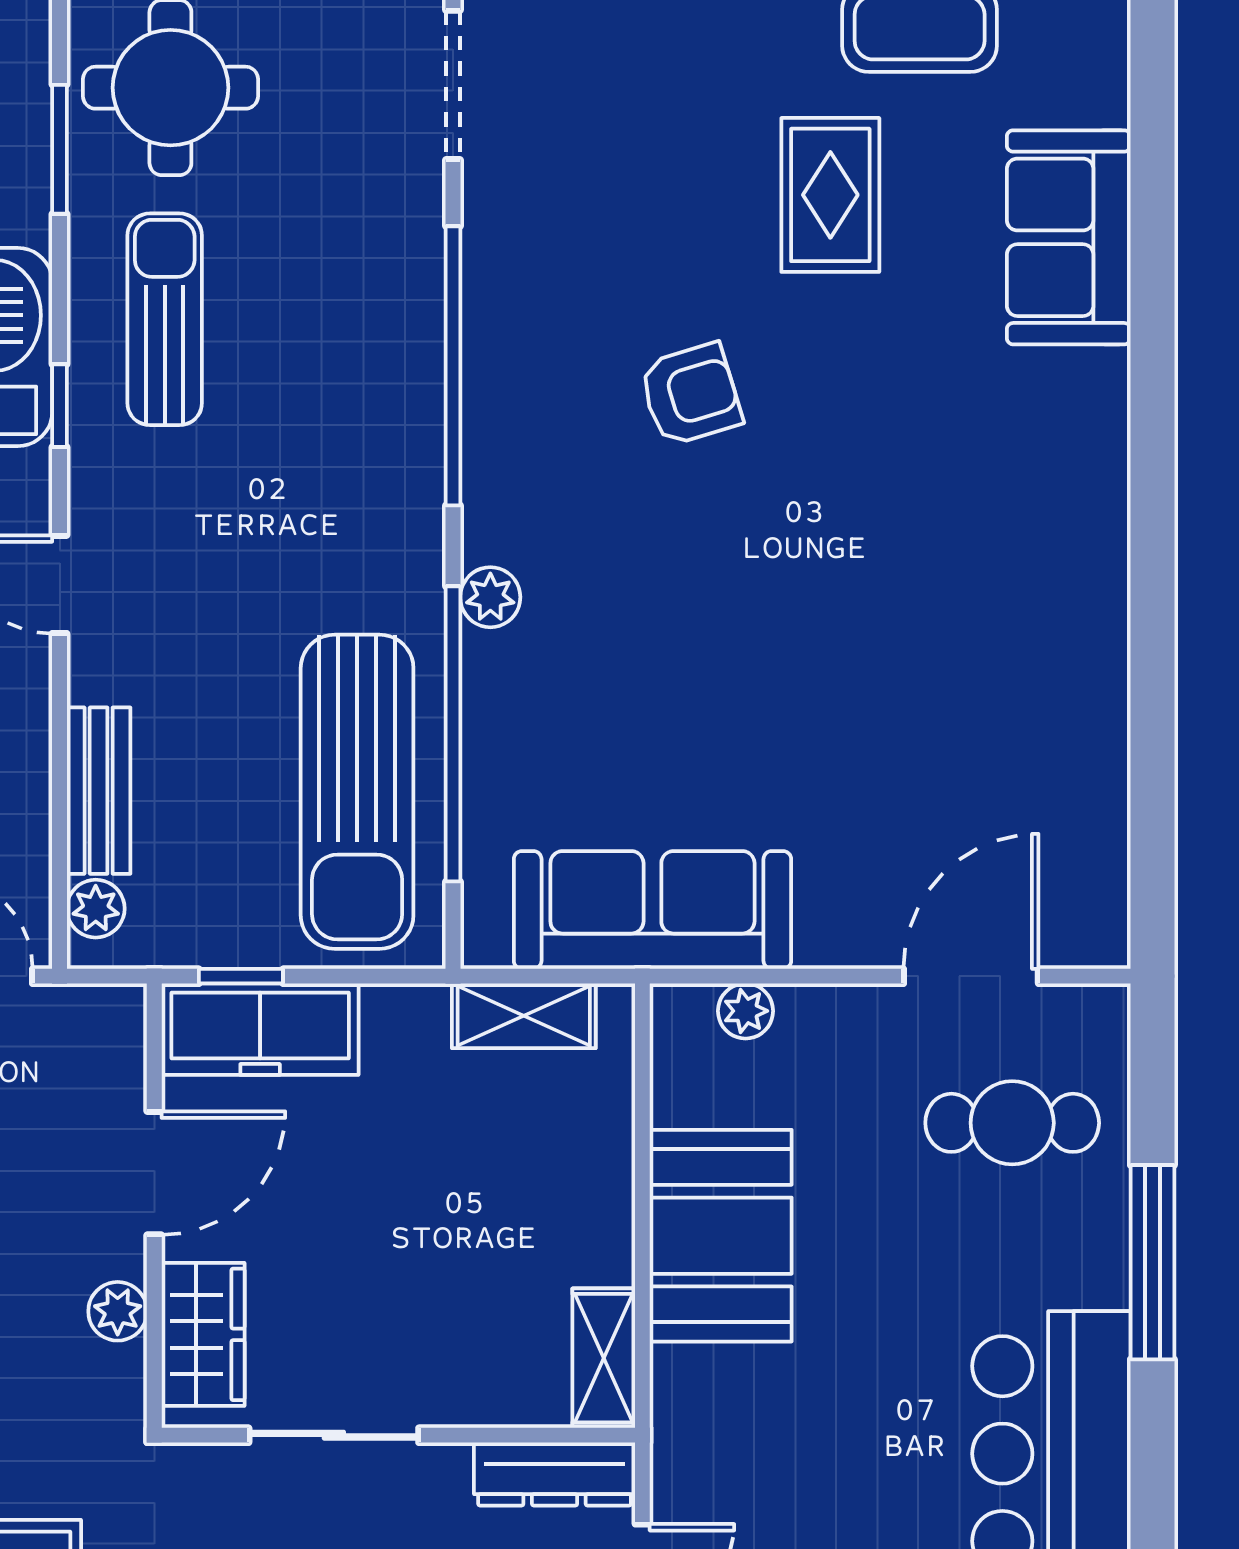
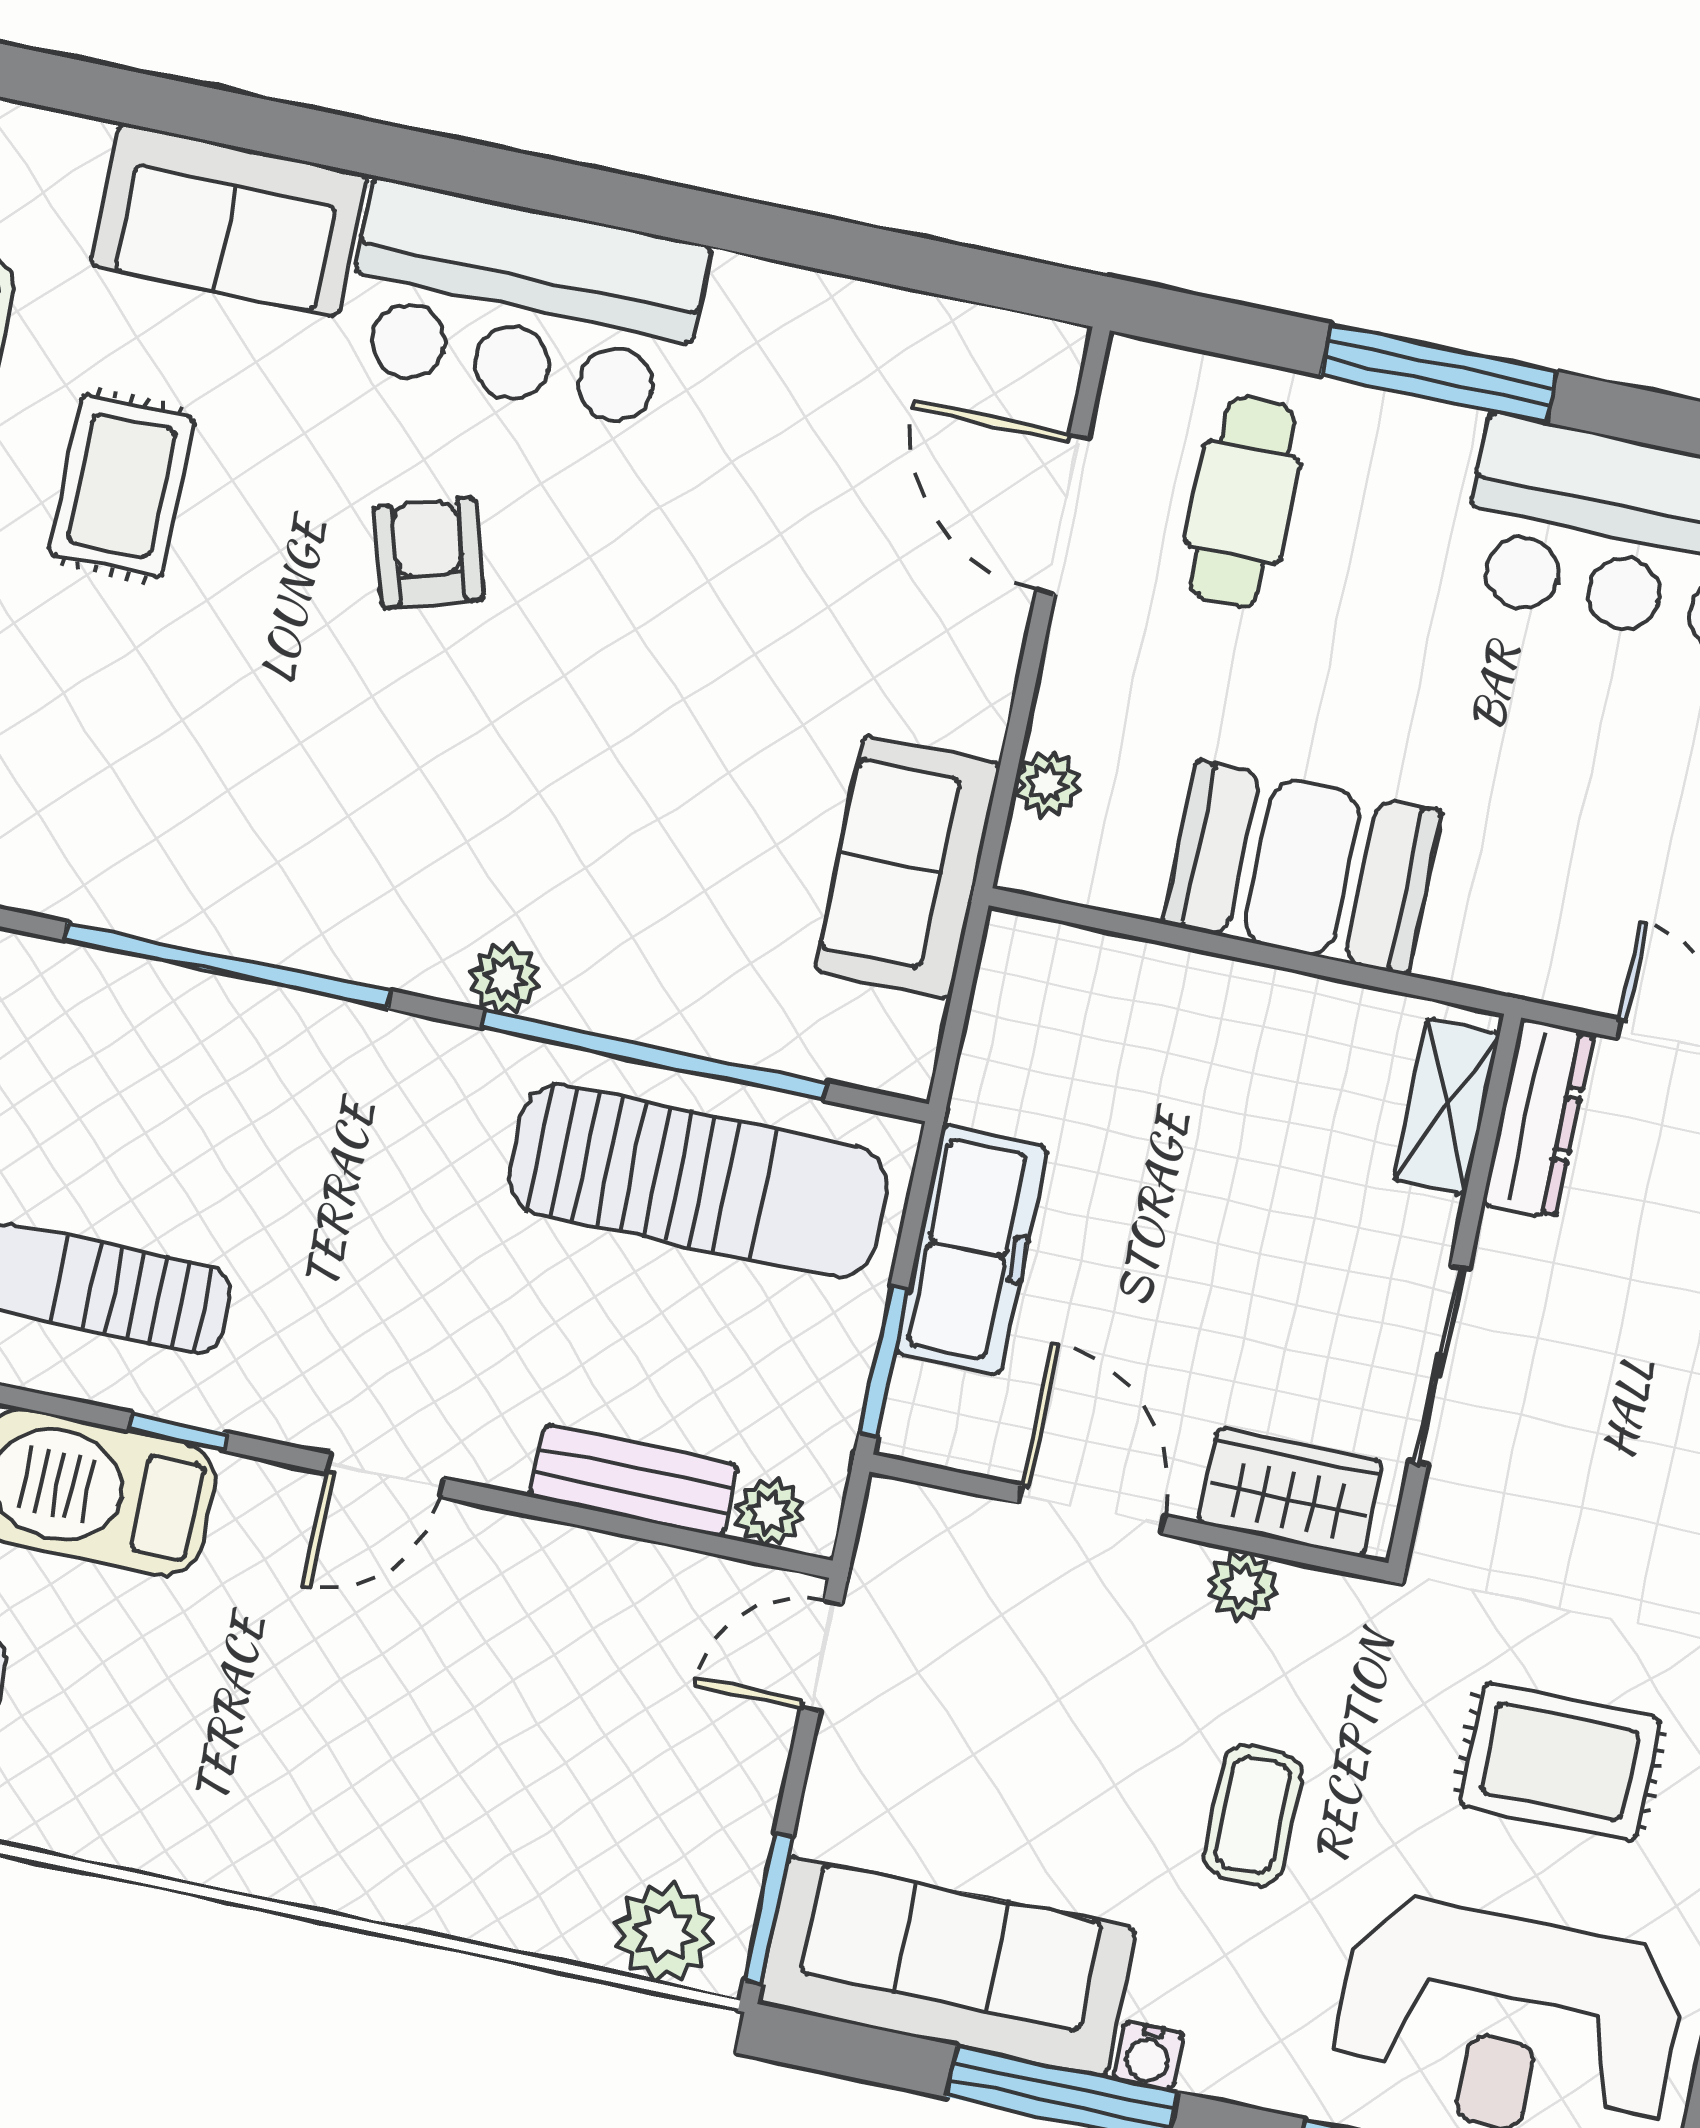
rug: (830, 195) -> (122, 486), turned 90
armchair: (691, 394) -> (428, 553), moved
bar counter: (1050, 496) -> (524, 305), added
sofa: (652, 910) -> (908, 867), width x0.73
window: (241, 976) -> (884, 1361), width x1.50
shelving: (524, 1016) -> (999, 1042), removed
freezer: (260, 1029) -> (971, 1250), moved
shelving: (604, 1358) -> (1447, 1106), moved, turned 90

